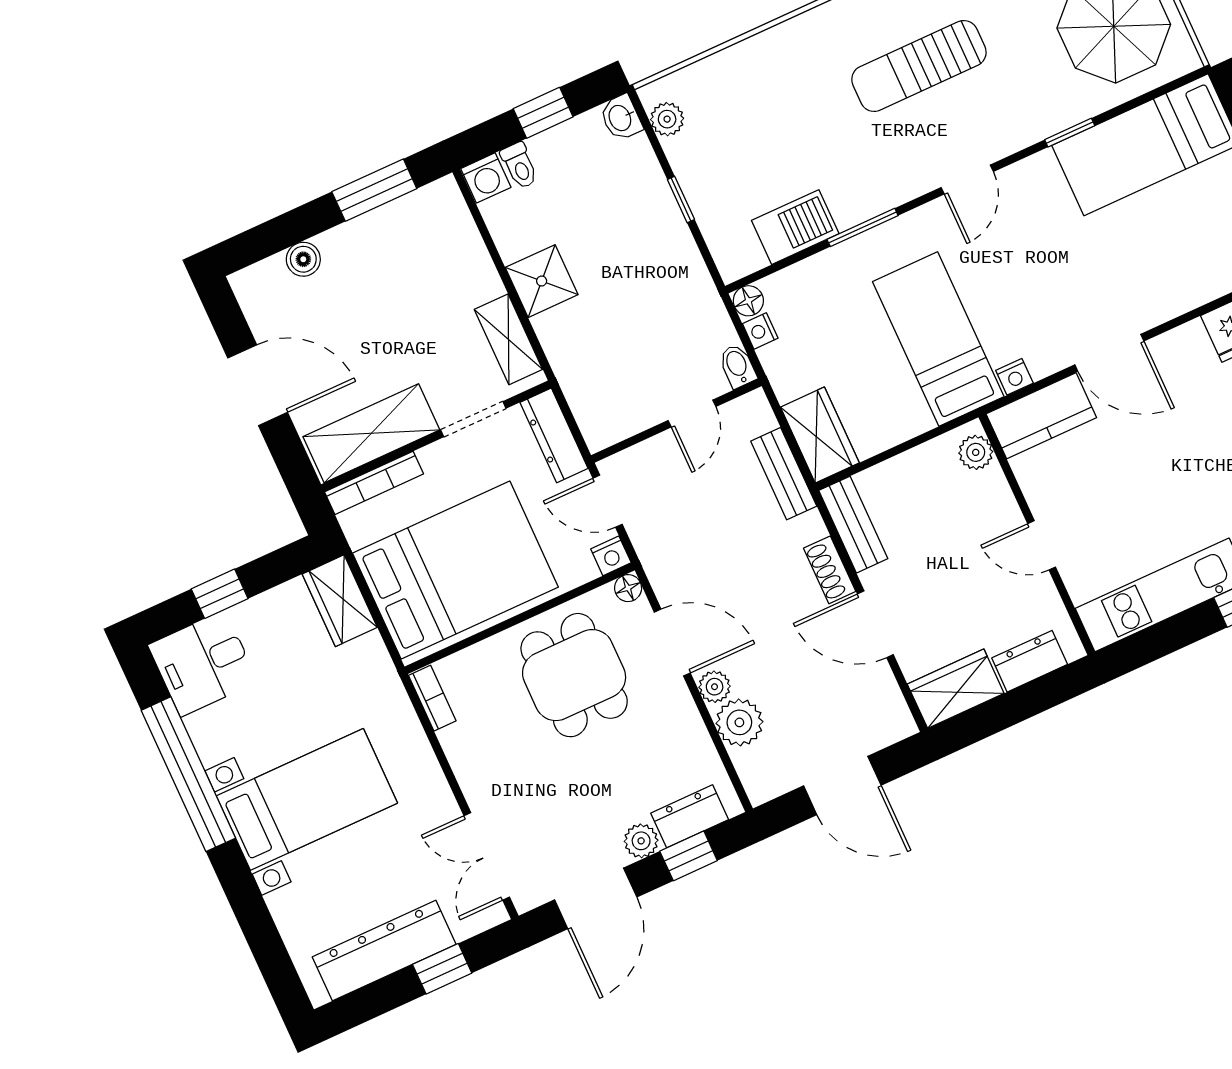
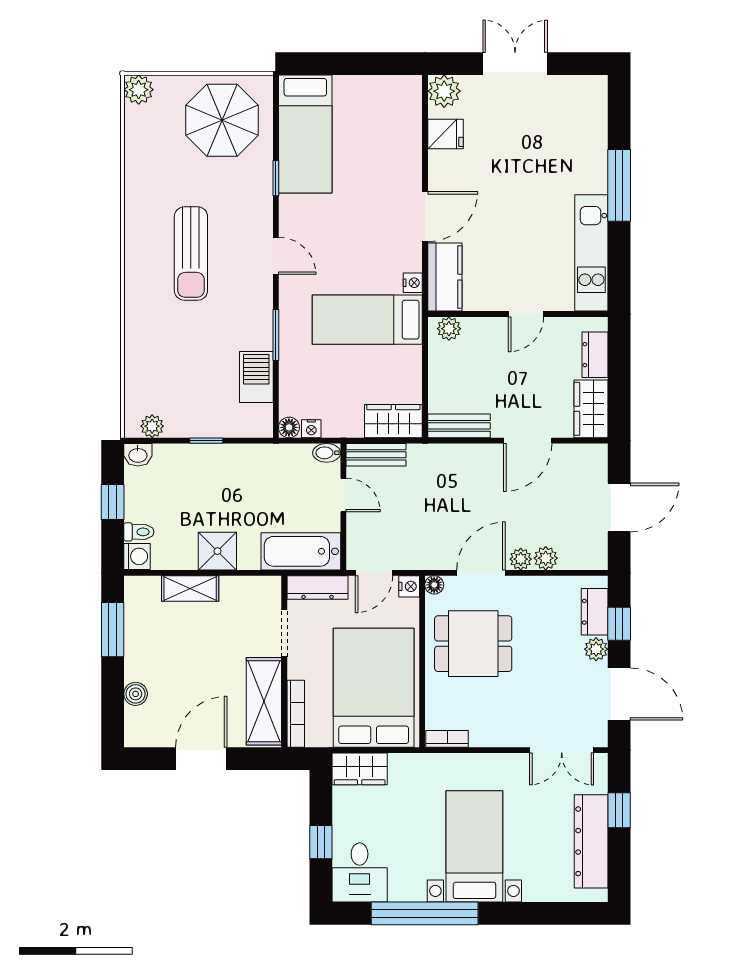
shelving: (508, 339) -> (190, 589), moved
bathtub: (592, 391) -> (301, 551), added
bench: (784, 474) -> (376, 455), moved
shoe rack: (830, 570) -> (481, 454), removed
plant: (739, 722) -> (546, 558), width x0.73, depth x0.73

